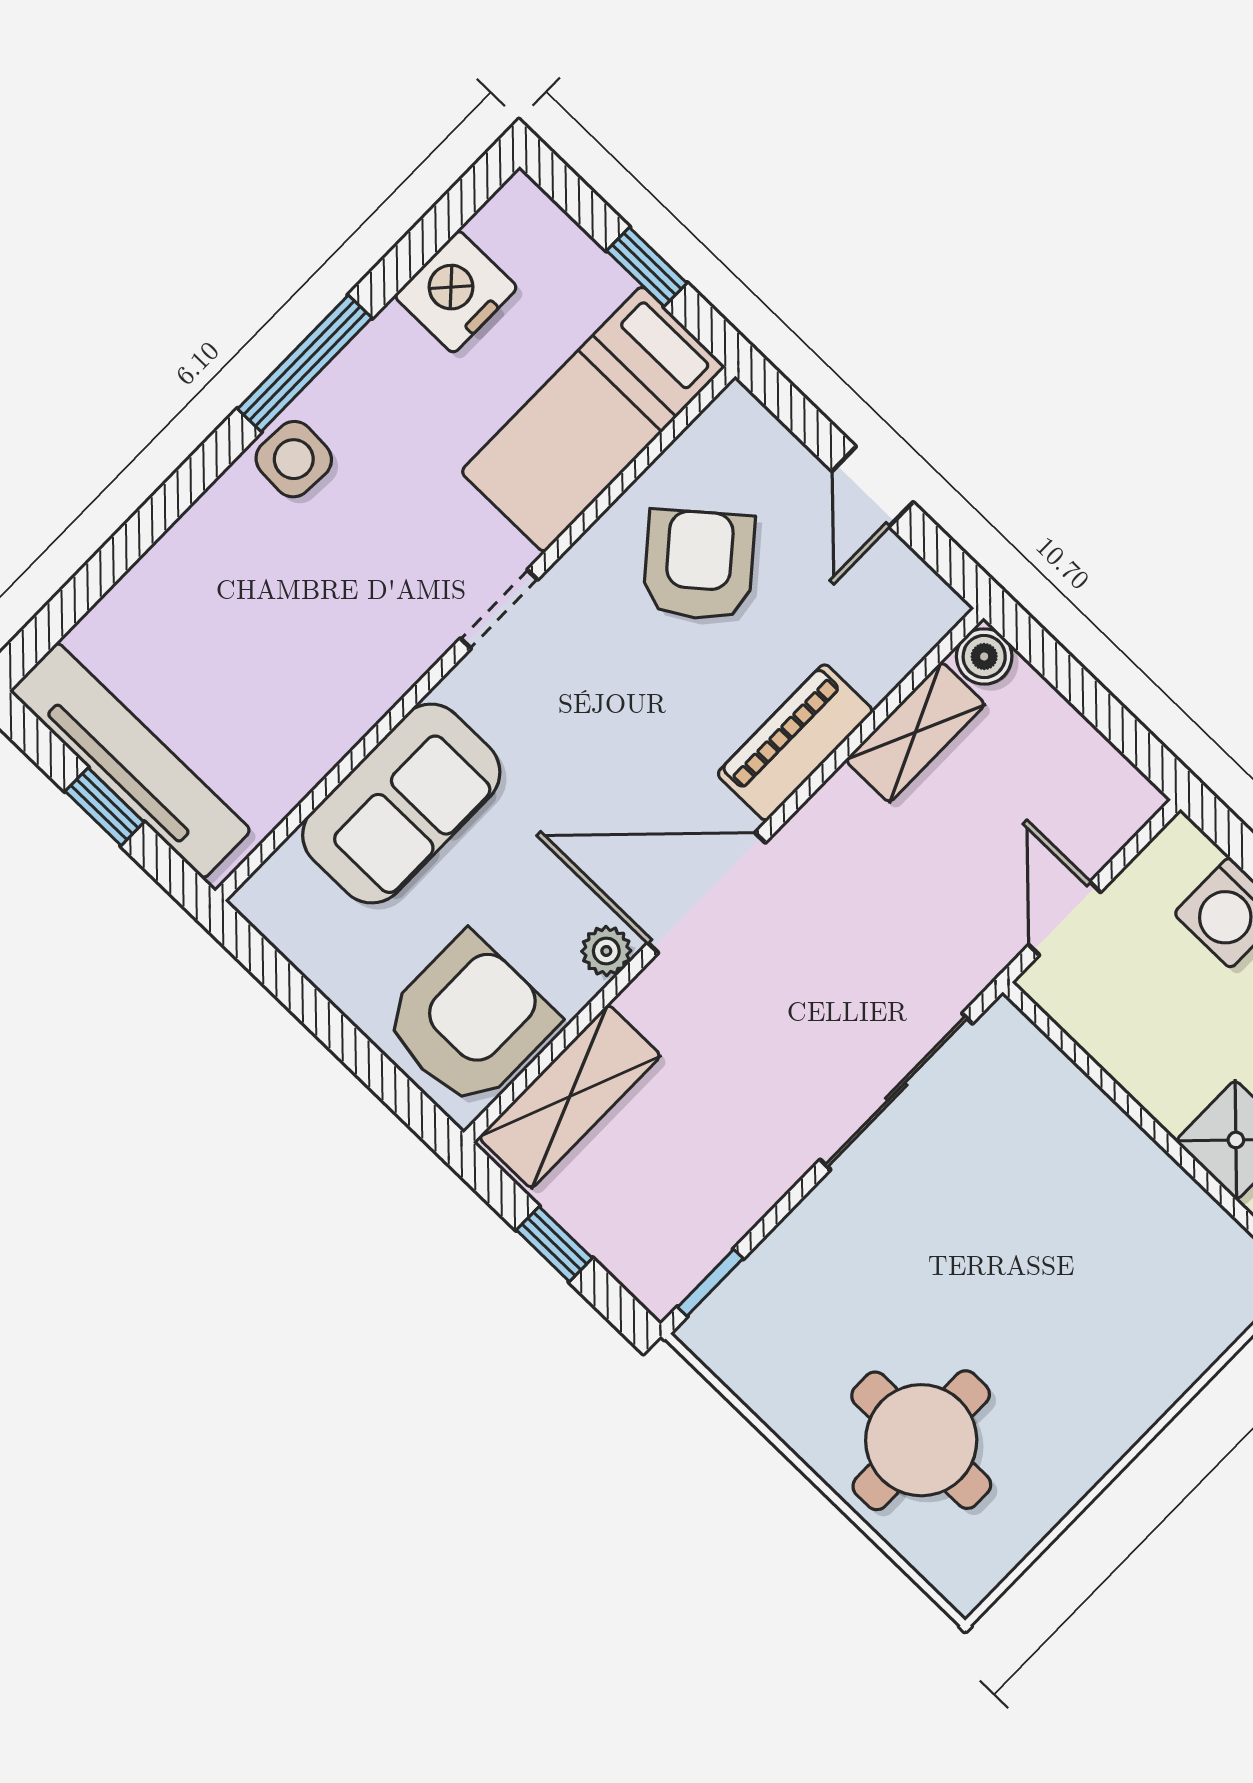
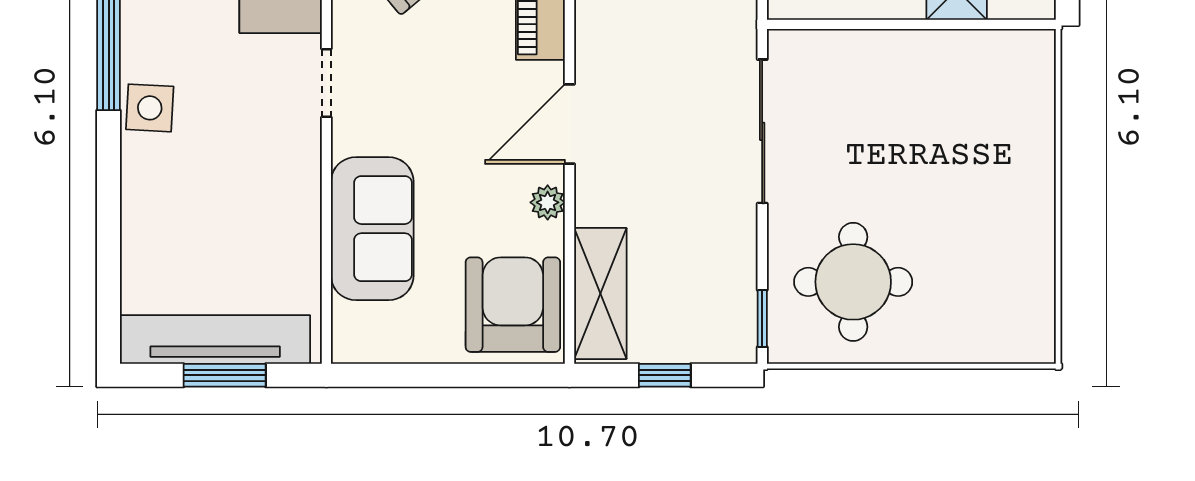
window: (105, 807) -> (225, 375), width x1.50
door: (707, 893) -> (570, 124), width x0.73
round table: (921, 1440) -> (853, 282), moved

